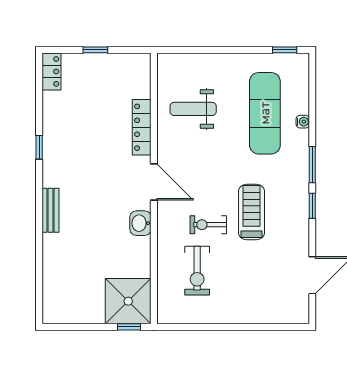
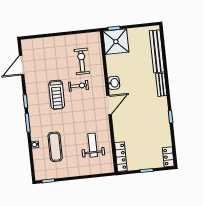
weight bench: (193, 109) -> (93, 145), turned -90
exercise mat: (265, 113) -> (55, 147), width x0.73, depth x0.69
locker: (142, 127) -> (121, 157), moved
door: (154, 182) -> (109, 105), swing flipped
bench: (52, 275) -> (157, 51), added

